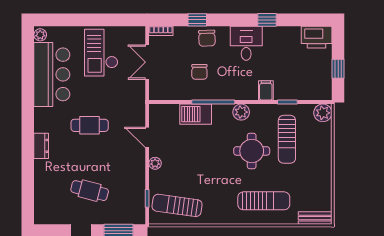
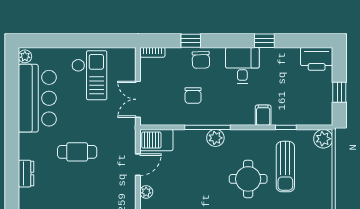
checkout: (101, 53) -> (89, 75), turned 180
double door: (147, 62) -> (138, 99), moved
plant: (241, 112) -> (215, 138), moved
barbecue: (196, 114) -> (156, 140), moved
door: (147, 137) -> (138, 165), swing flipped

